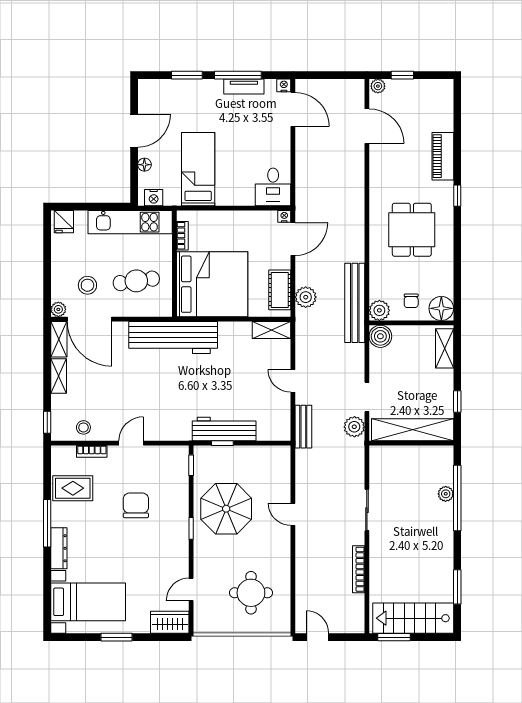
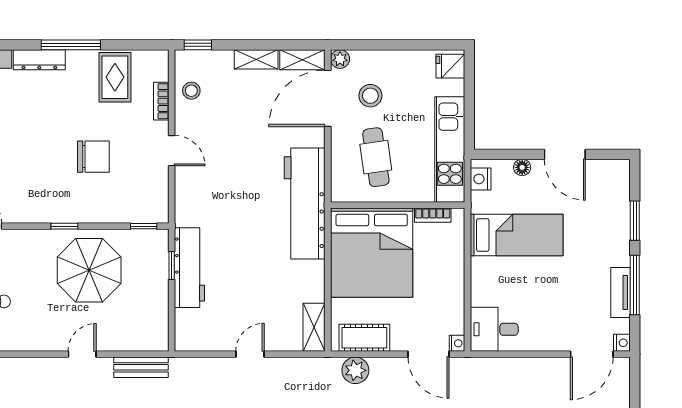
bench: (303, 427) -> (141, 367), moved

